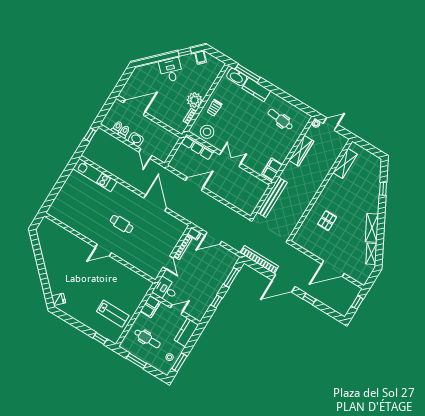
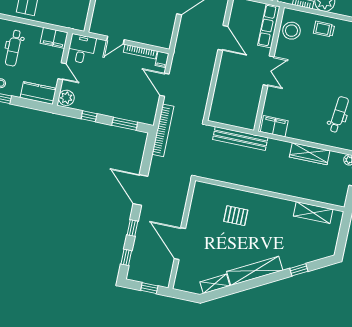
shelving: (372, 228) -> (255, 271), width x1.47
bookcase: (259, 260) -> (163, 130), moved
window: (329, 311) -> (126, 257), added
plant: (197, 313) -> (66, 98), added

